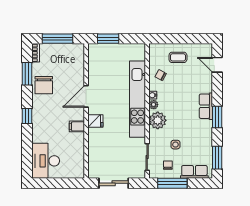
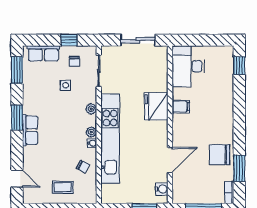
water cooler: (93, 56) -> (162, 189), added
chair: (44, 85) -> (220, 155), turned -90
door: (86, 96) -> (170, 160), moved
window: (27, 116) -> (239, 66), moved
plant: (158, 120) -> (91, 109), width x0.53, depth x0.53
fridge: (95, 121) -> (156, 106), width x1.88, depth x1.34
desk: (46, 161) -> (188, 66), moved, turned 180
window: (172, 183) -> (69, 40), width x0.46

